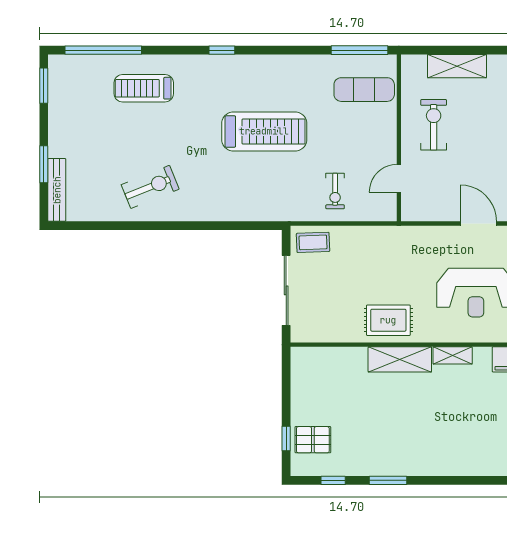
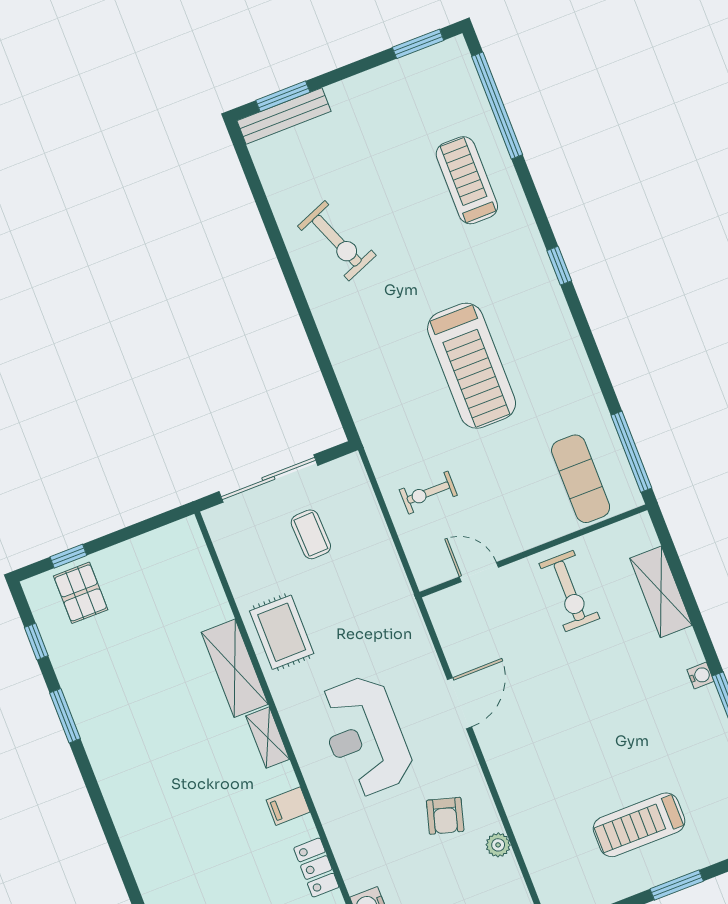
exercise bike: (434, 125) -> (569, 591), turned 90
window: (44, 164) -> (283, 96), moved
coffee table: (313, 242) -> (311, 534), moved

